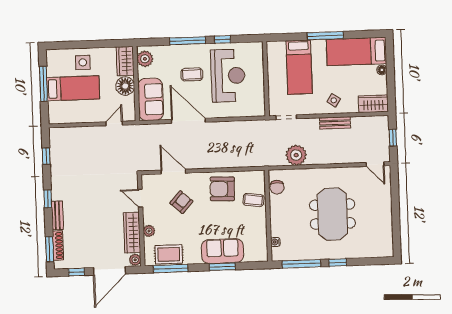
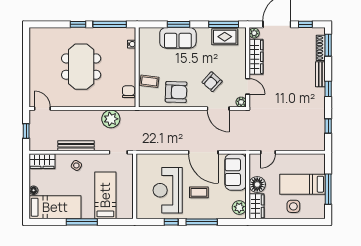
bench: (335, 123) -> (76, 146), width x1.36
plant: (149, 231) -> (241, 102), moved

